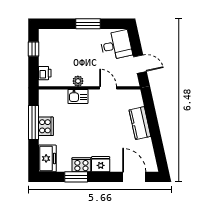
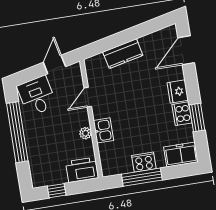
window: (88, 24) -> (17, 132), width x2.11
printer: (45, 73) -> (82, 170), width x1.87, depth x1.48

